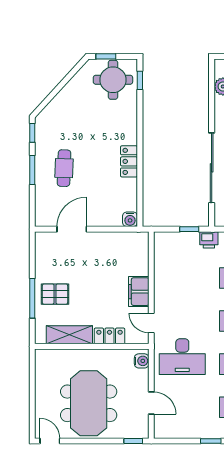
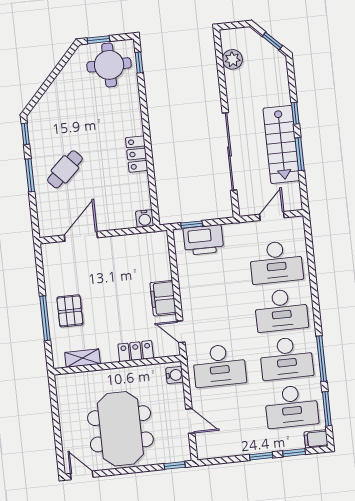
cafe table: (64, 168) -> (65, 169), turned 45
window: (189, 229) -> (192, 225), moved
printer: (209, 240) -> (203, 240), moved, width x1.87, depth x1.48
pallet: (55, 294) -> (70, 311), turned 90
shelving: (69, 335) -> (83, 358), width x0.67, depth x0.75

